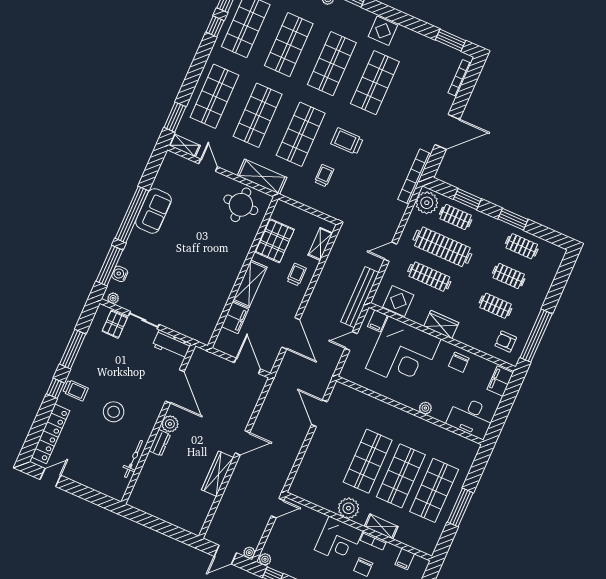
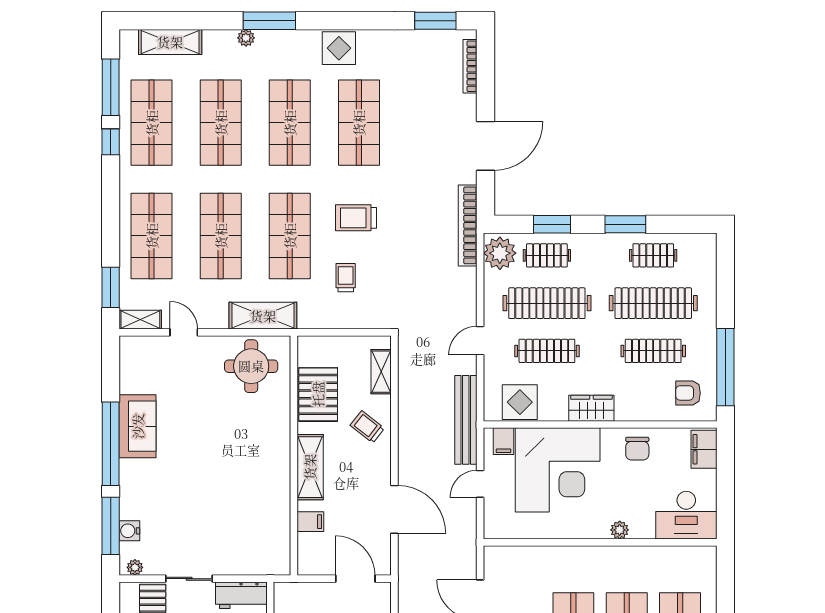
trolley: (296, 274) -> (367, 427), turned -52
clothes rail: (509, 276) -> (653, 303), width x1.86, depth x1.31
clothes rail: (496, 306) -> (653, 351), width x1.36
filing cabinet: (235, 318) -> (310, 522), width x0.50

